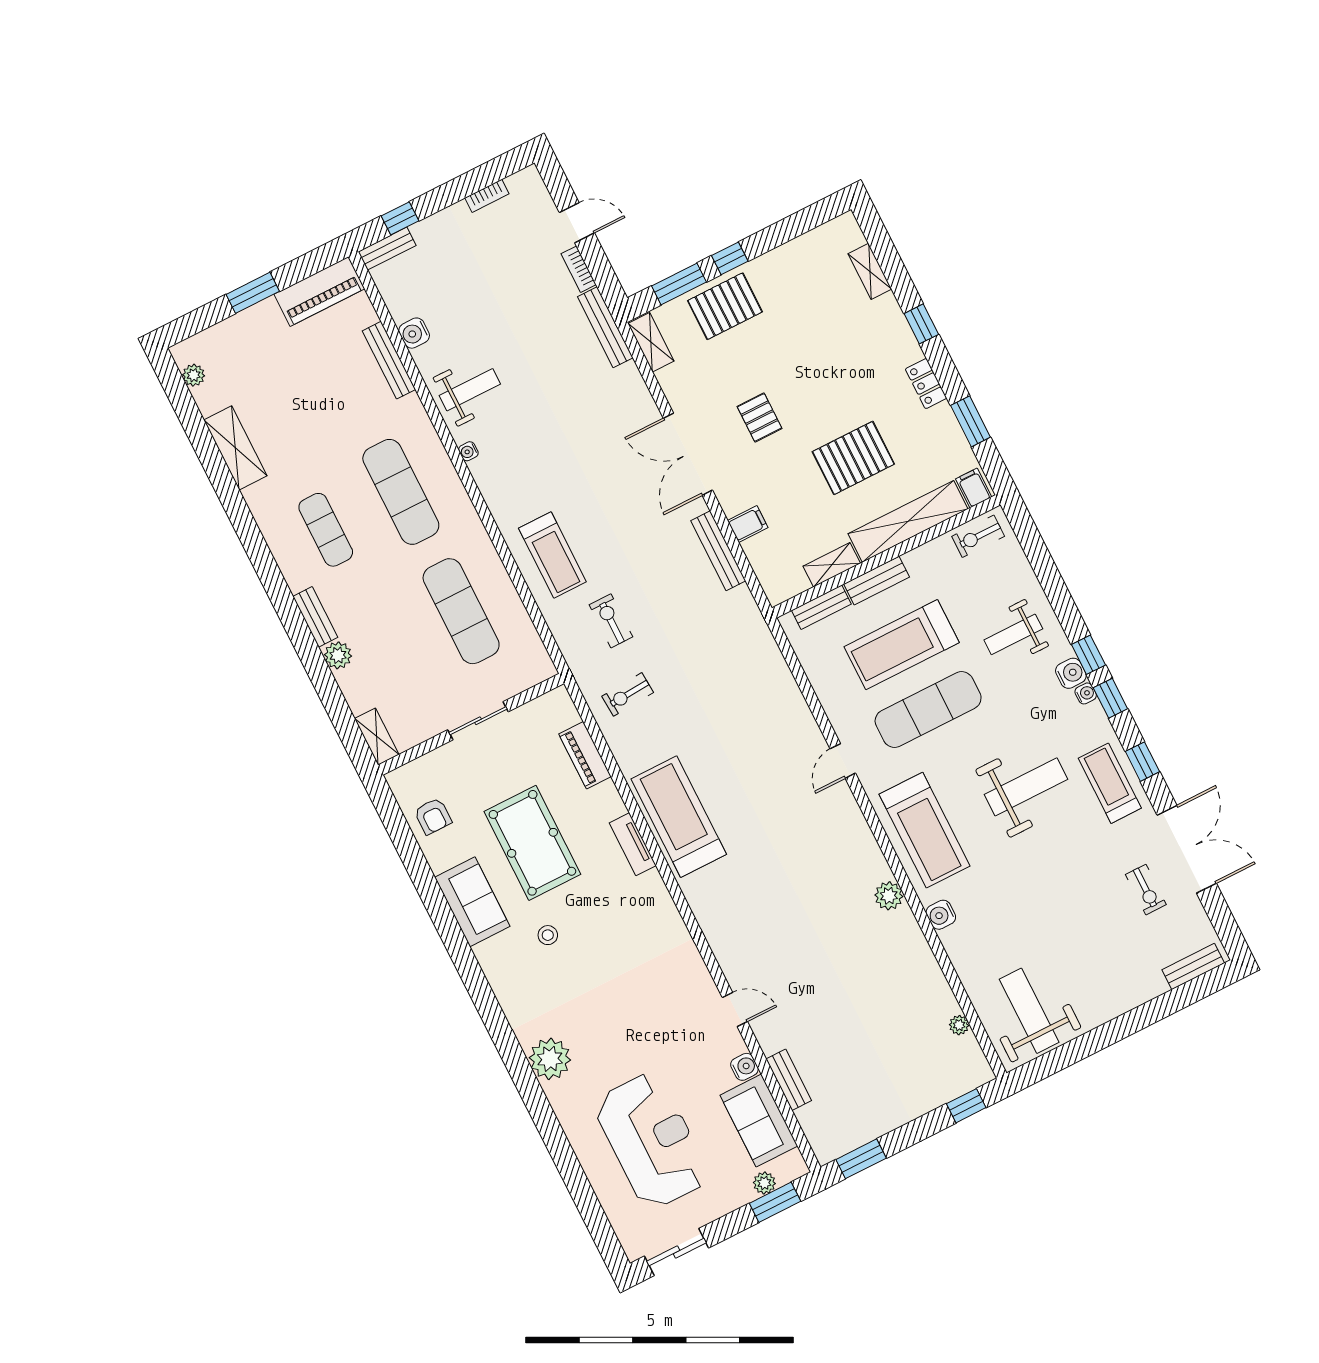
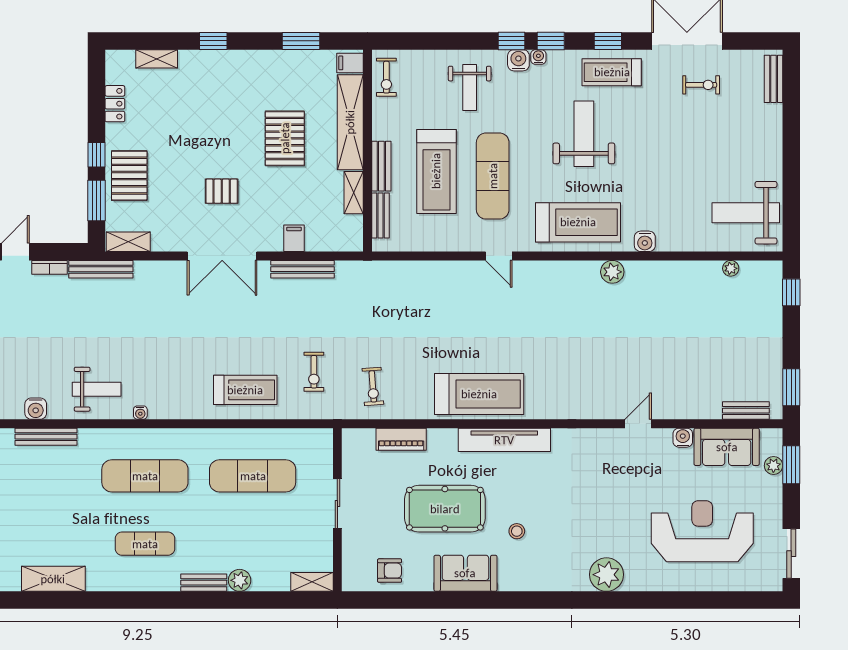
locker: (926, 384) -> (115, 104), moved, turned -90
weight bench: (470, 390) -> (97, 389), turned 90
exercise bike: (611, 621) -> (314, 372), turned -90
treadmill: (679, 817) -> (479, 394), turned 180
tv unit: (633, 844) -> (504, 440), width x1.92, depth x1.29
bench: (789, 1080) -> (746, 411), moved

